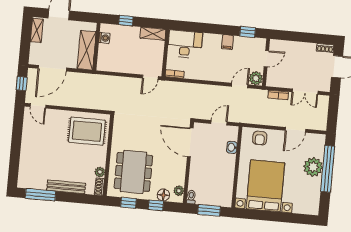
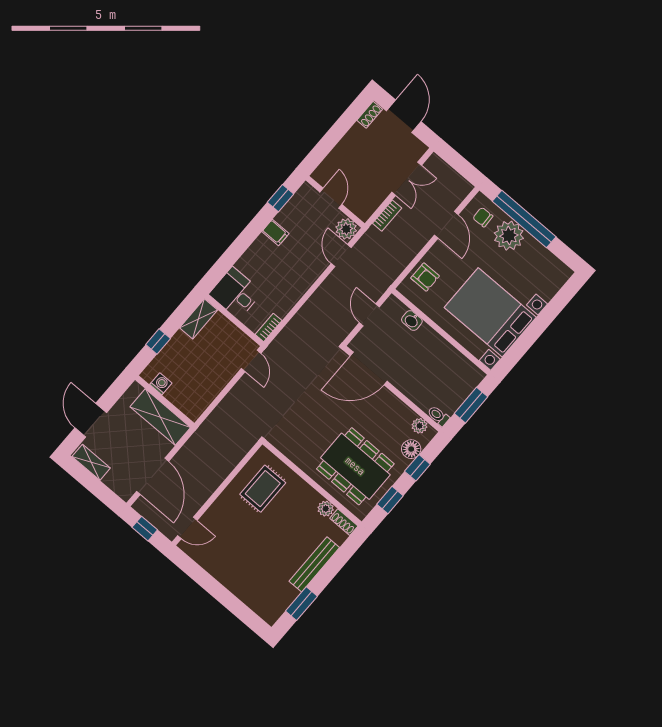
desk: (185, 44) -> (236, 293), width x0.73
rug: (87, 131) -> (263, 489), width x0.73, depth x0.70
chair: (313, 146) -> (483, 217), added
window: (40, 195) -> (301, 604), width x0.69

